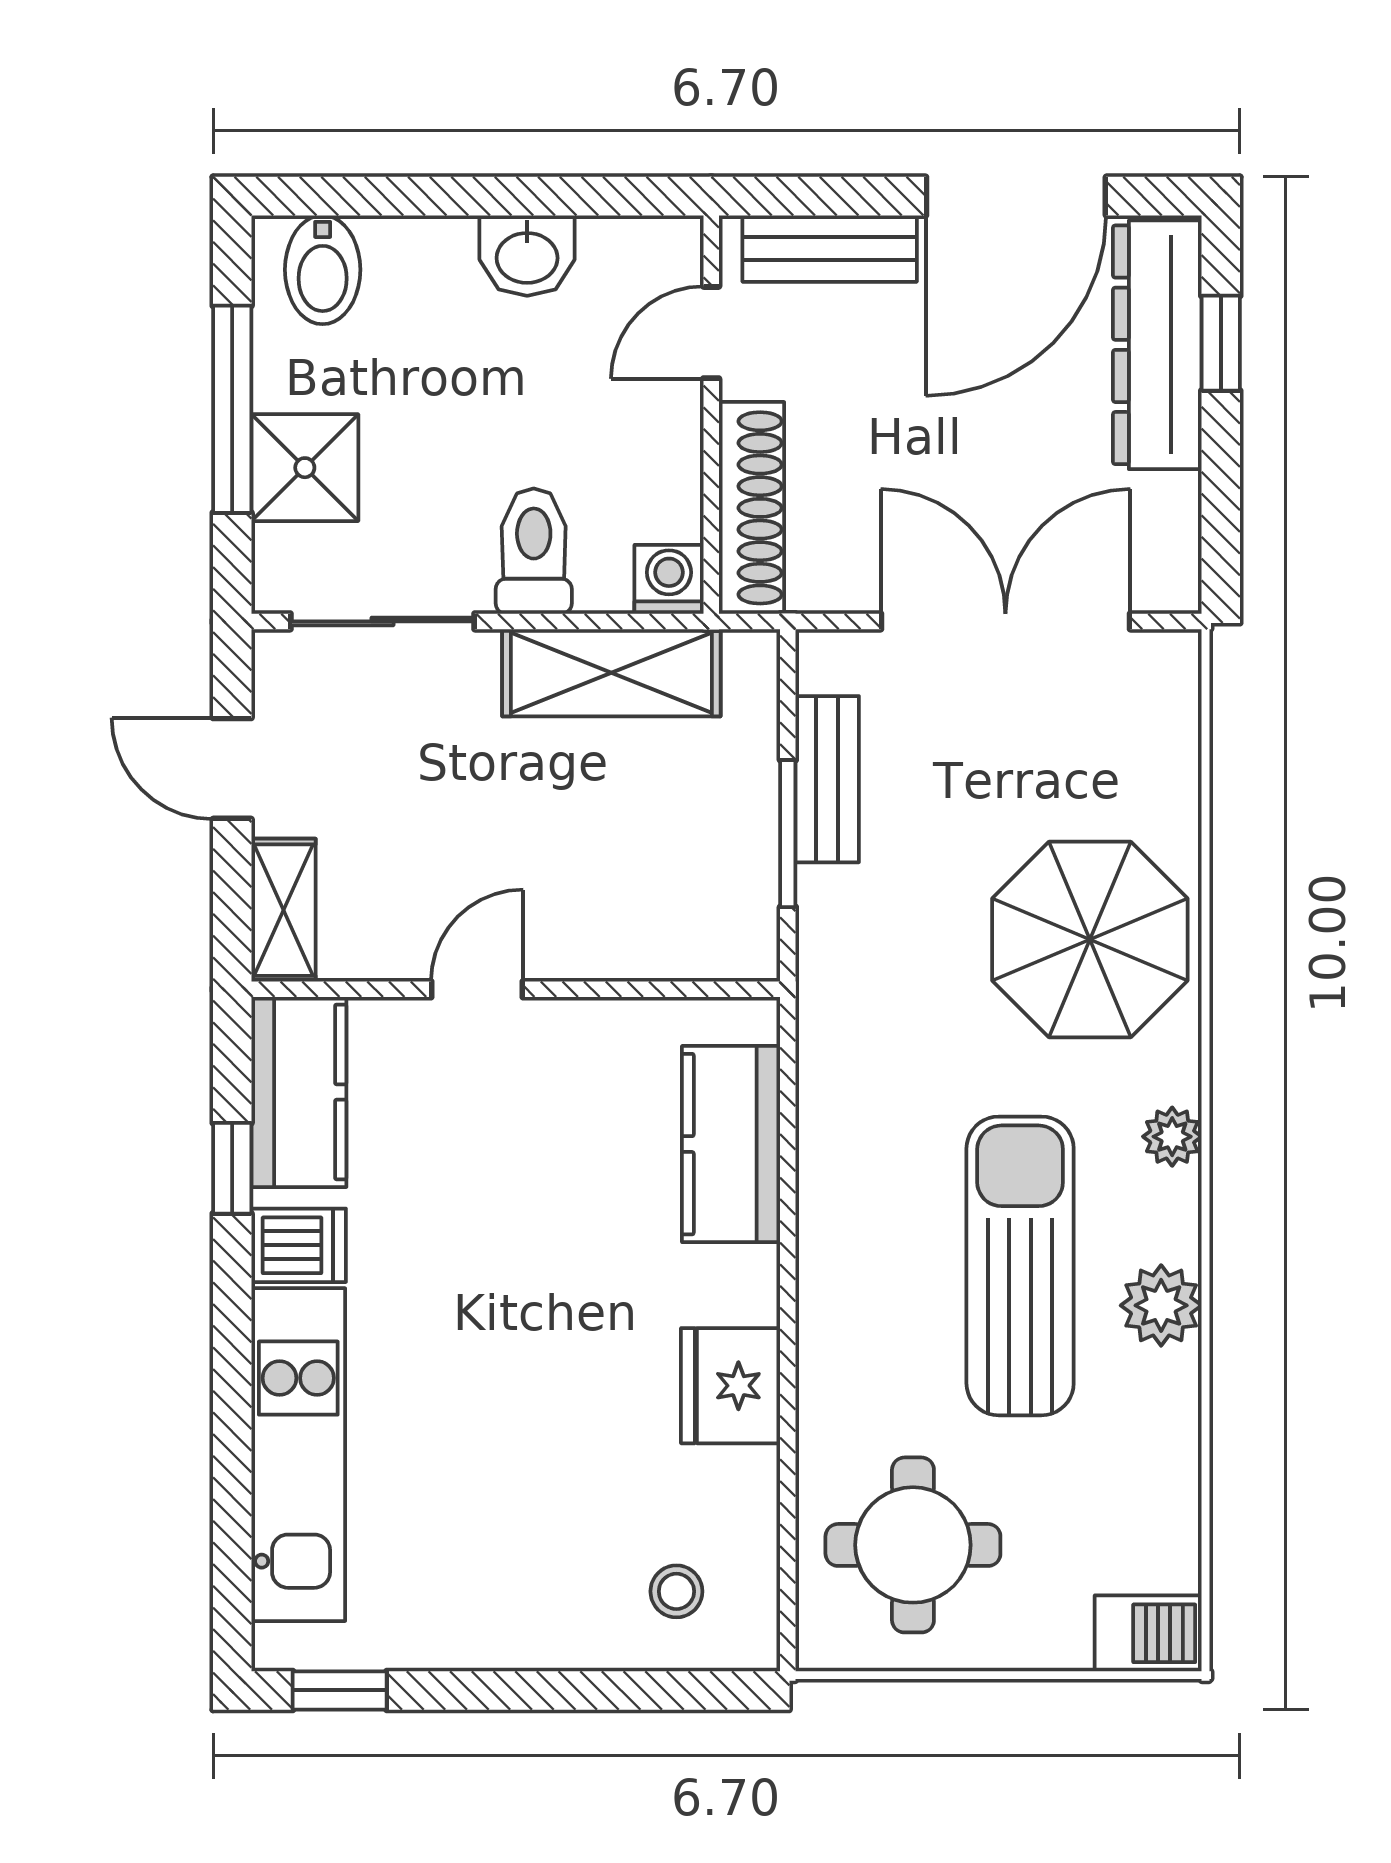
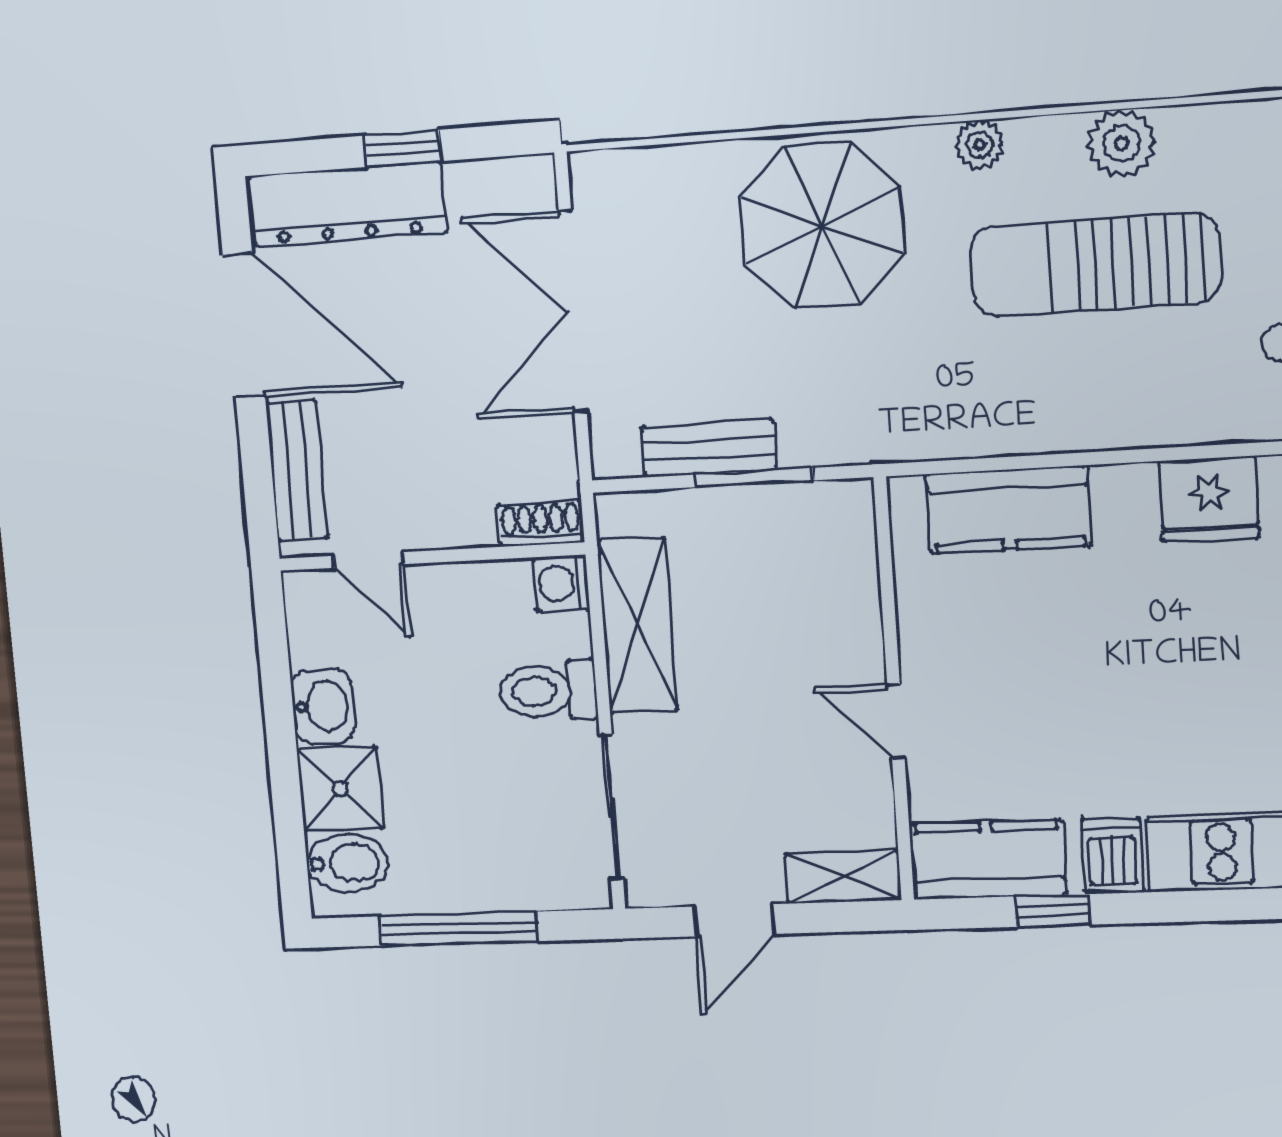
window: (1221, 343) -> (403, 148), moved
shower: (305, 468) -> (340, 788), moved
shoe rack: (752, 508) -> (541, 524), width x0.51, depth x0.81

